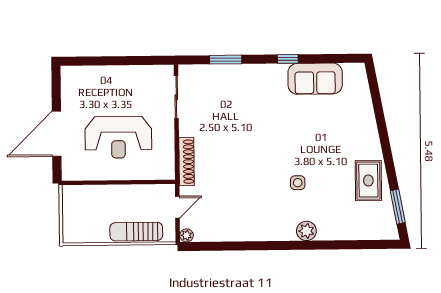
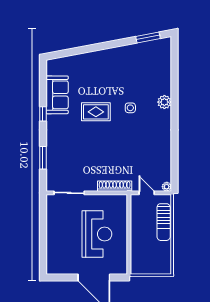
rug: (368, 181) -> (96, 112), moved

